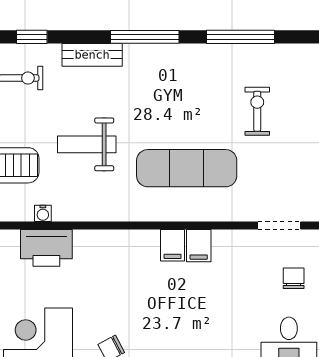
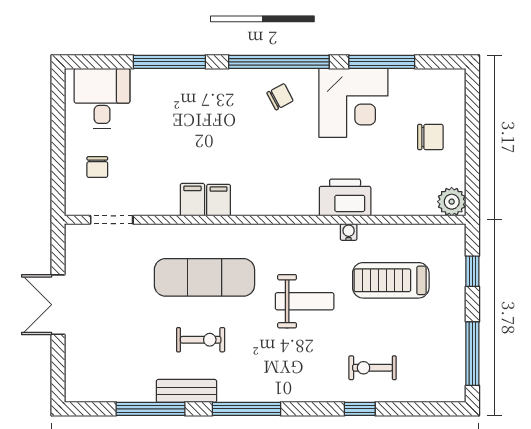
bench: (92, 55) -> (186, 391), moved
exercise bike: (257, 111) -> (201, 340), moved, turned -90

